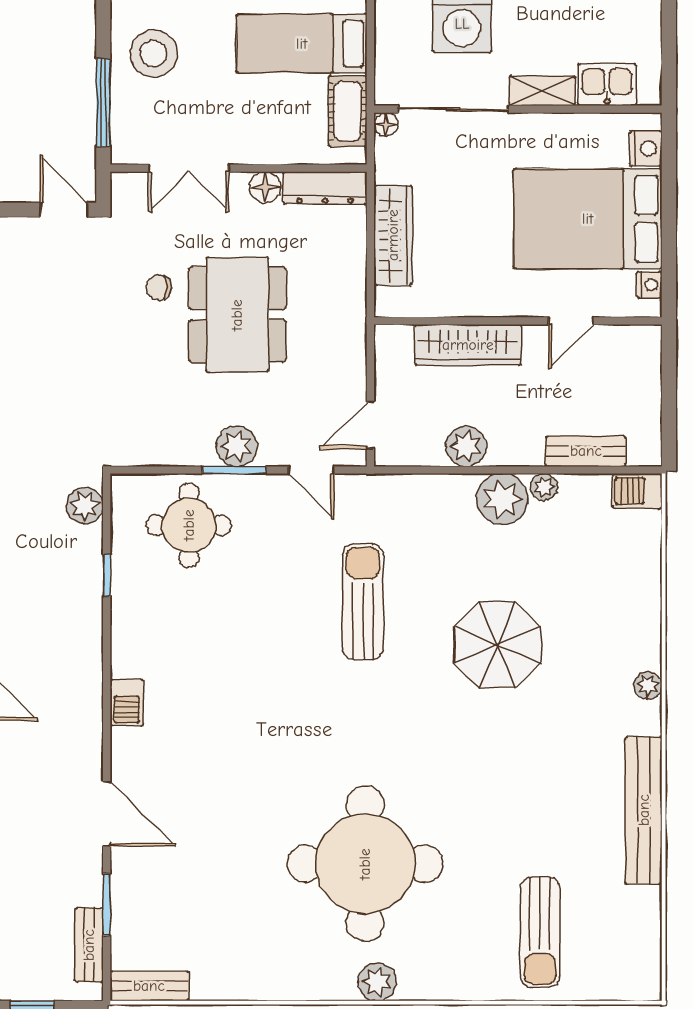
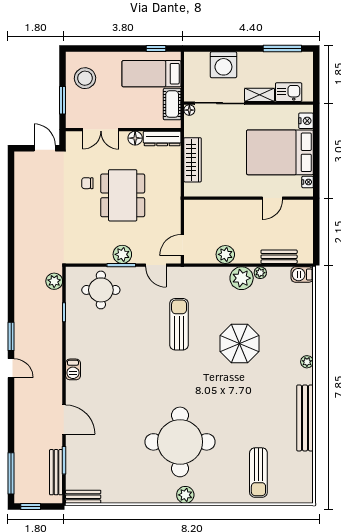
window: (103, 103) -> (62, 100), width x0.69
wardrobe: (468, 345) -> (226, 209), removed
bench: (89, 945) -> (56, 472), width x1.36

